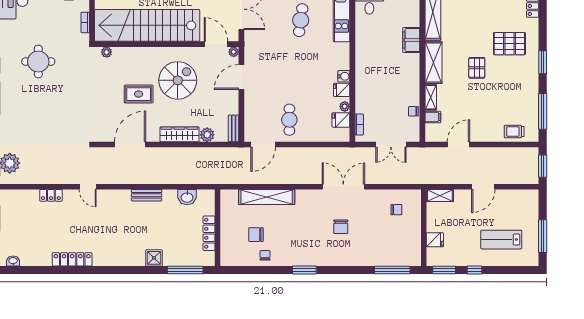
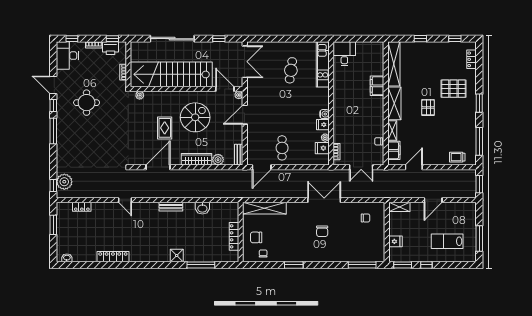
rug: (139, 94) -> (165, 128), turned 90
filing cabinet: (433, 117) -> (394, 150), width x2.00
locker: (51, 195) -> (82, 207), moved
wall: (218, 228) -> (241, 232), moved
locker: (209, 233) -> (234, 236), moved

